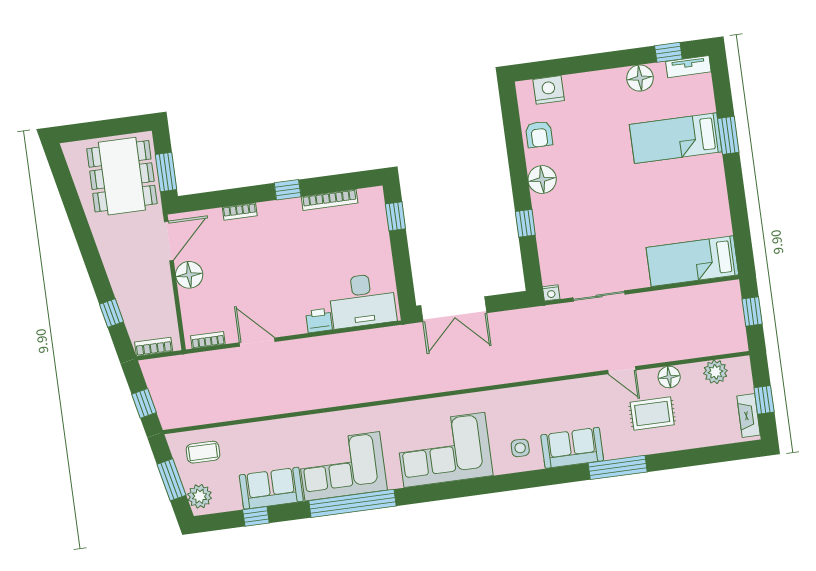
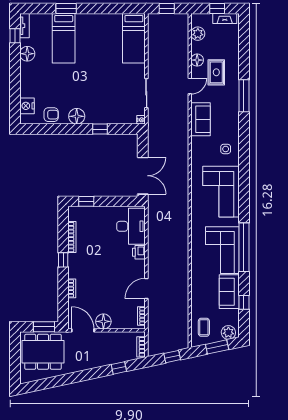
sofa: (572, 448) -> (201, 119), moved, turned 180

